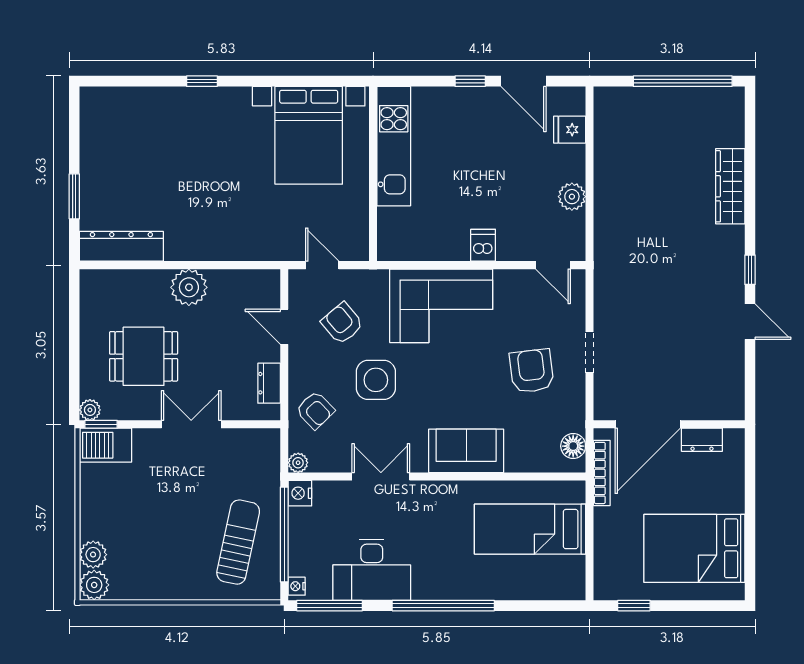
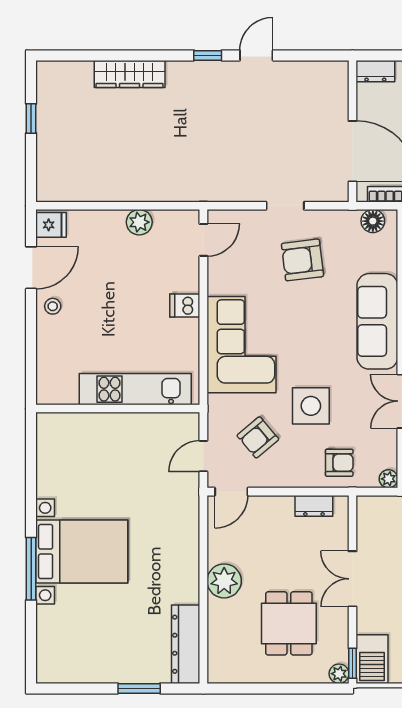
window: (202, 81) -> (31, 569), width x2.17
window: (470, 81) -> (31, 317), removed
window: (683, 81) -> (31, 118), width x0.32
stool: (482, 104) -> (53, 306), added
fridge: (570, 130) -> (51, 225), moved, turned -90
bed with nightstands: (309, 135) -> (82, 552), moved
kitchen unit: (394, 146) -> (135, 389), moved
door: (284, 327) -> (231, 492), moved
armchair: (315, 410) -> (339, 463), turned 44
dresser: (702, 440) -> (375, 71), moved, turned 90
sofa: (466, 451) -> (377, 321), width x1.36

